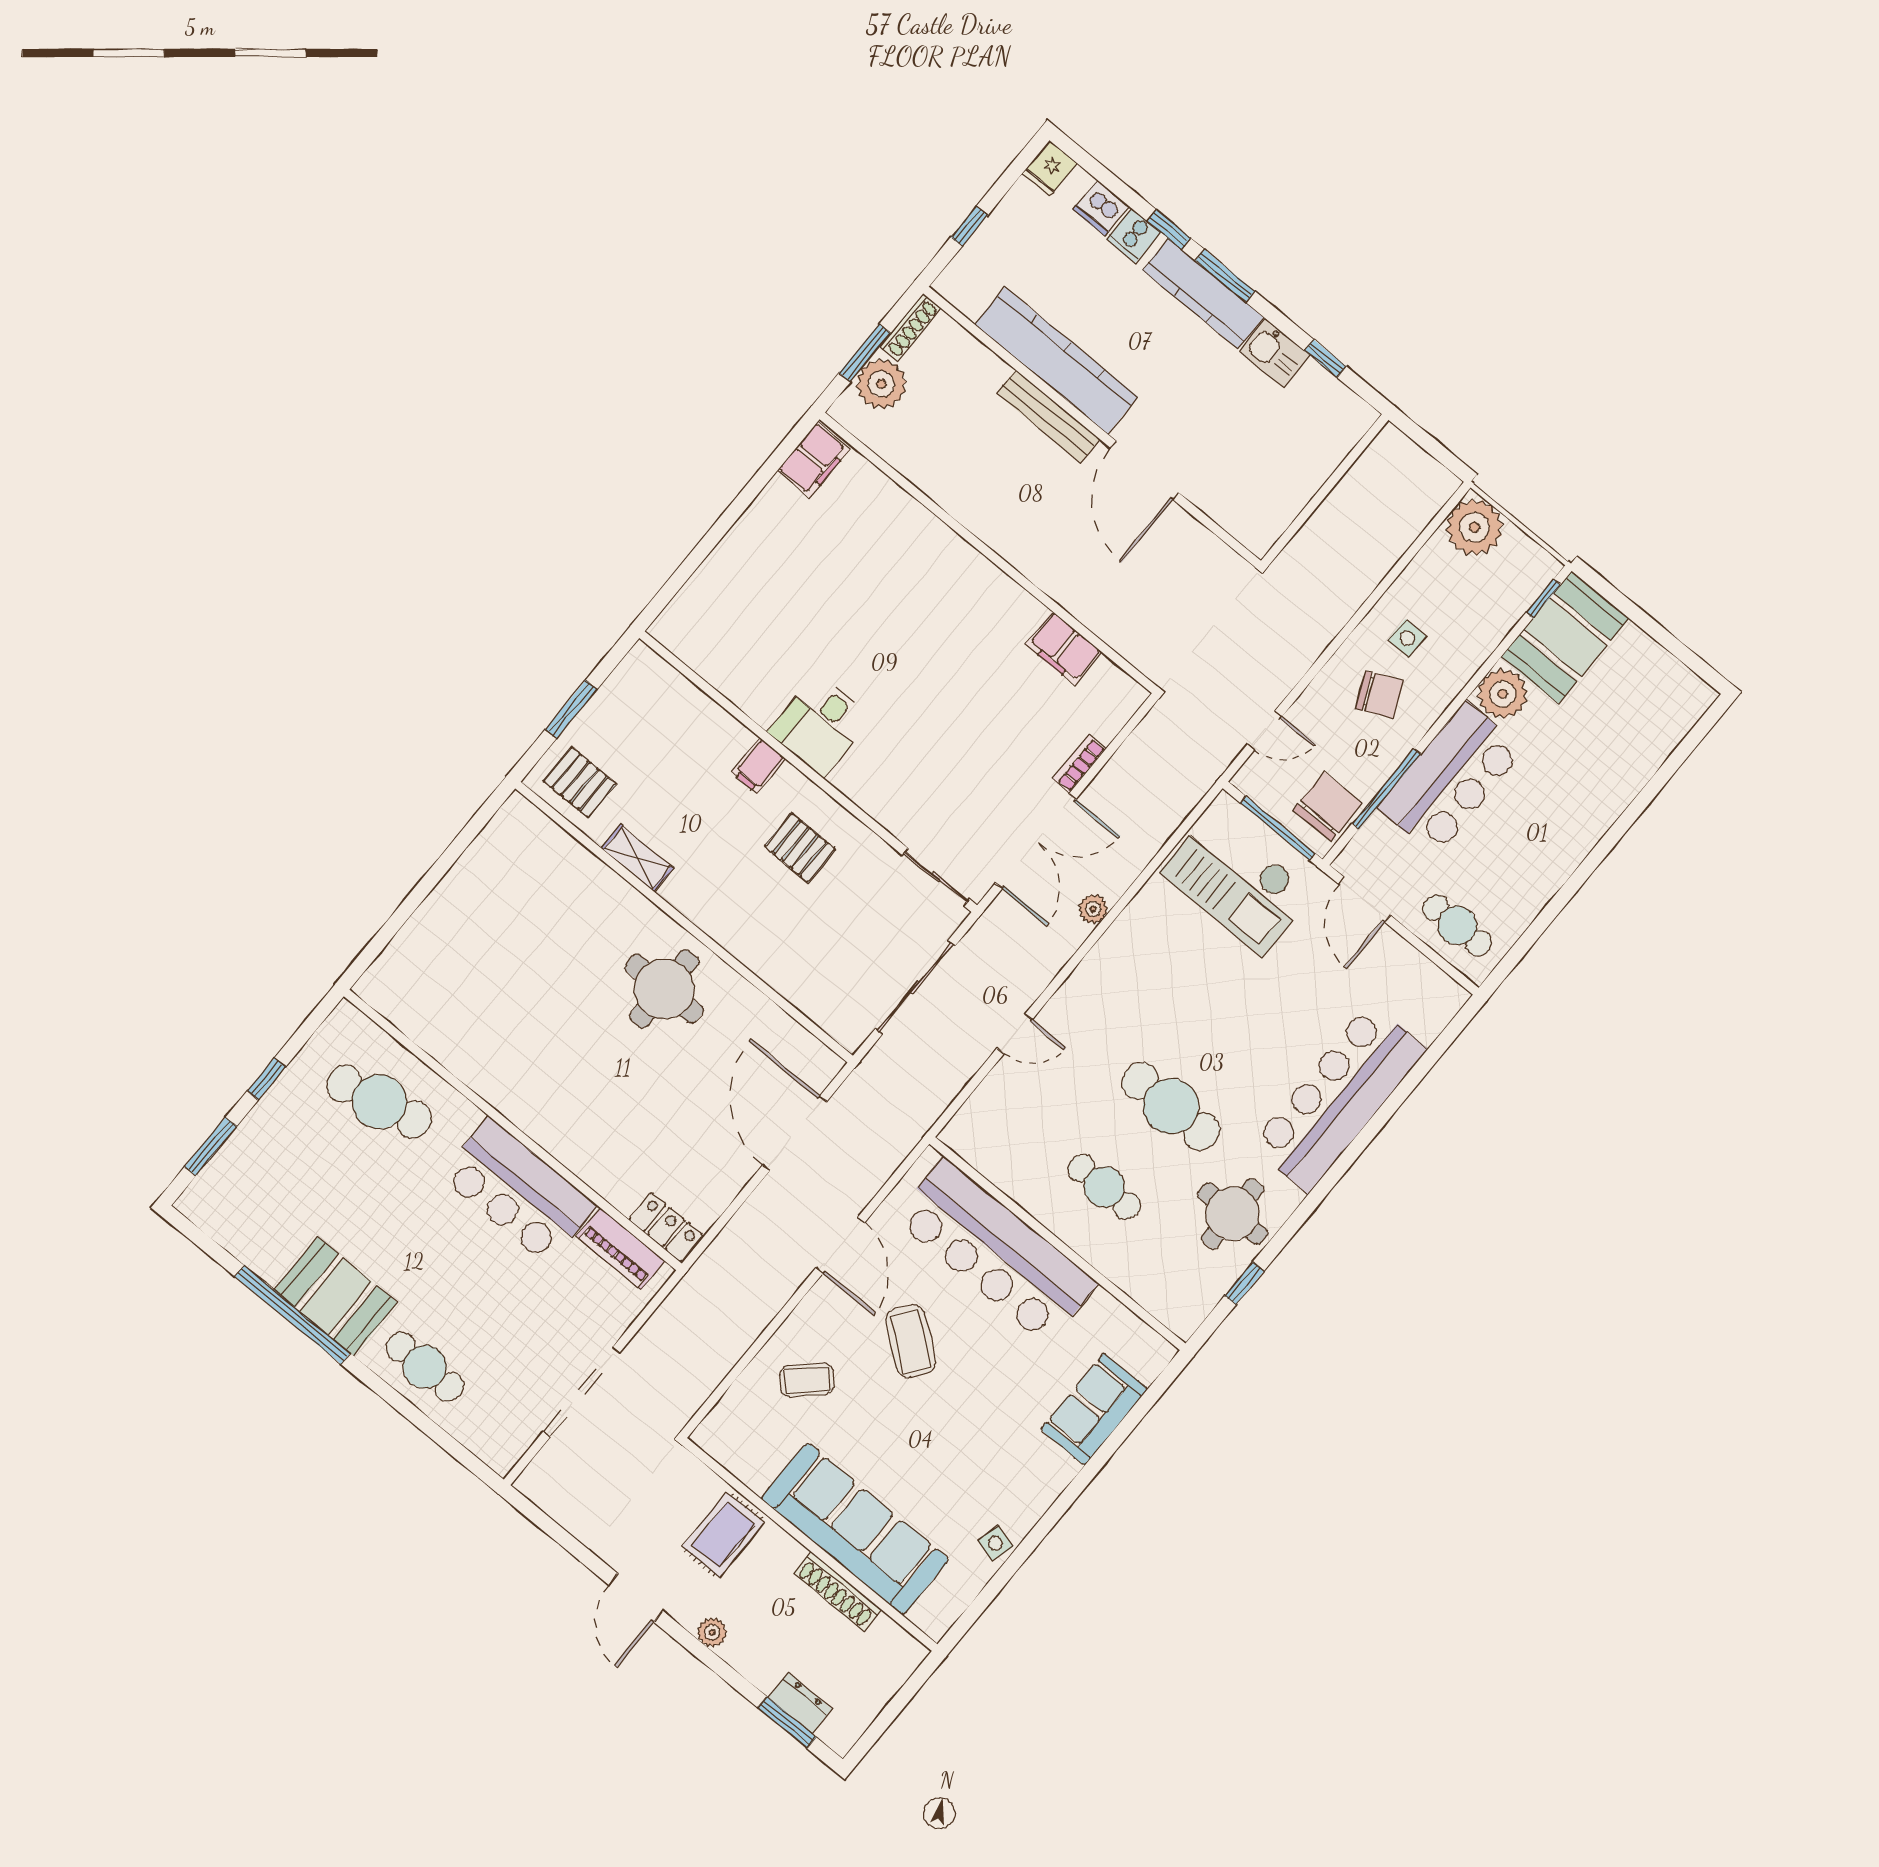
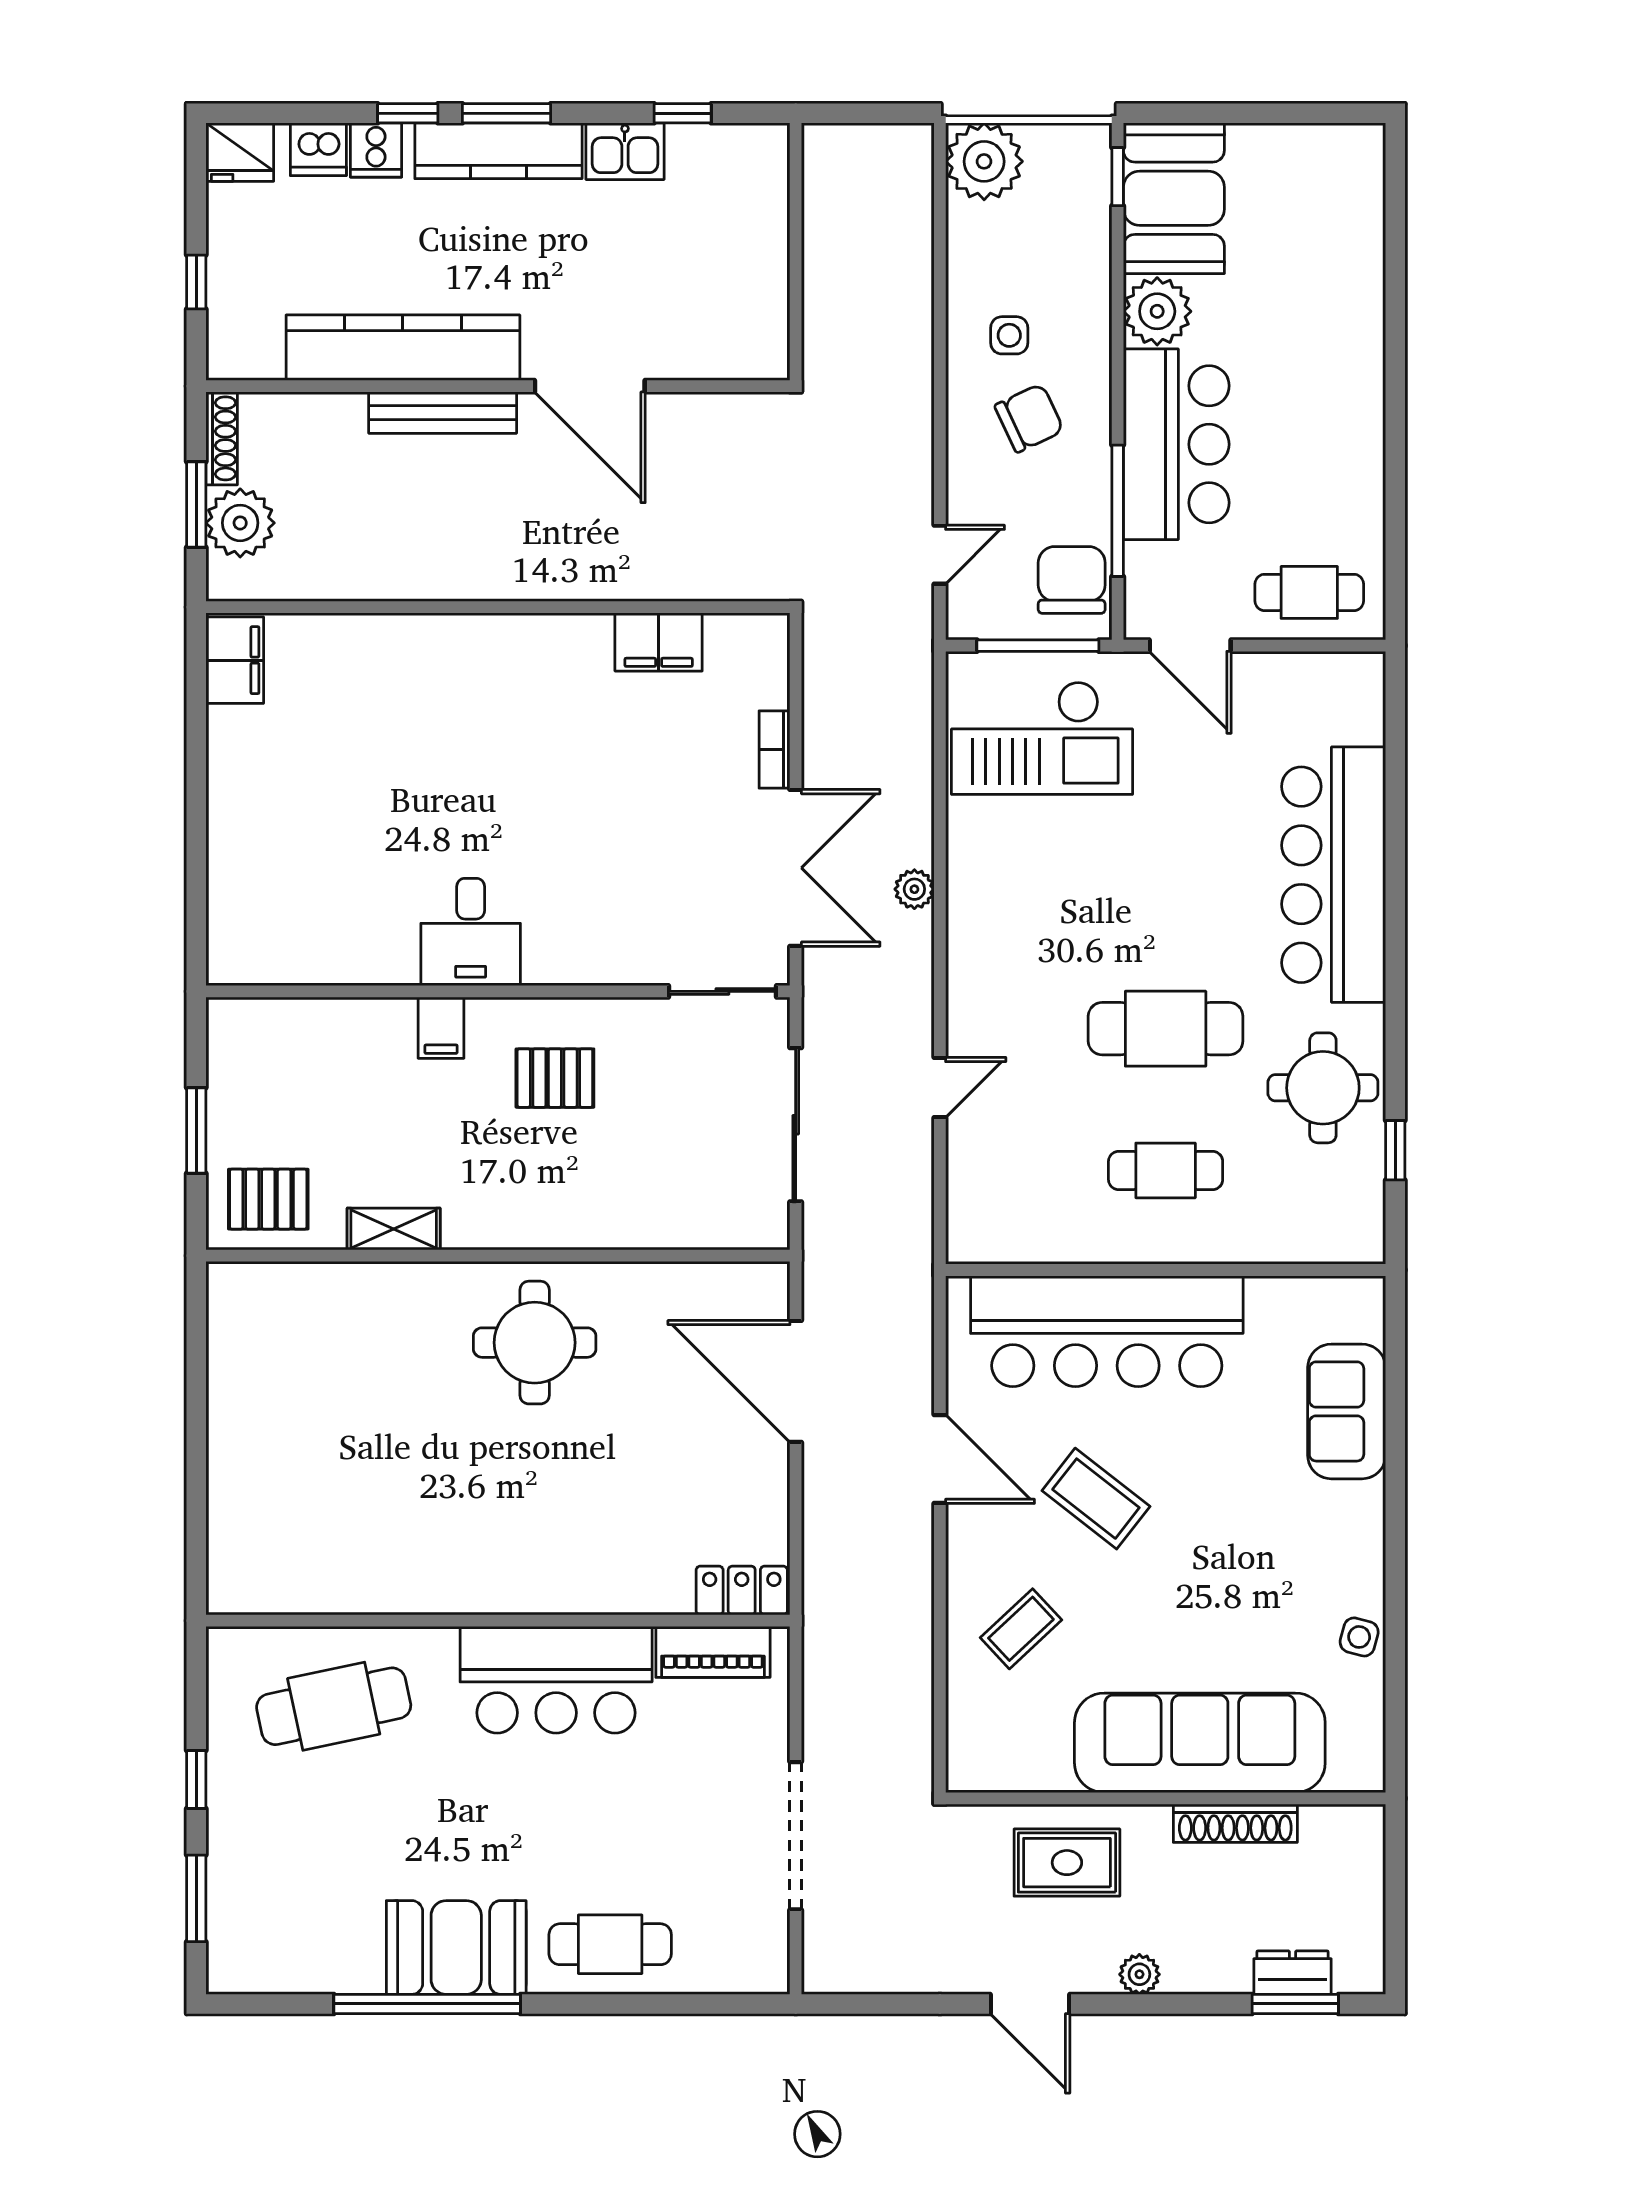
fridge: (1050, 168) -> (240, 152), width x1.38
rug: (723, 1535) -> (1067, 1863), turned 90

